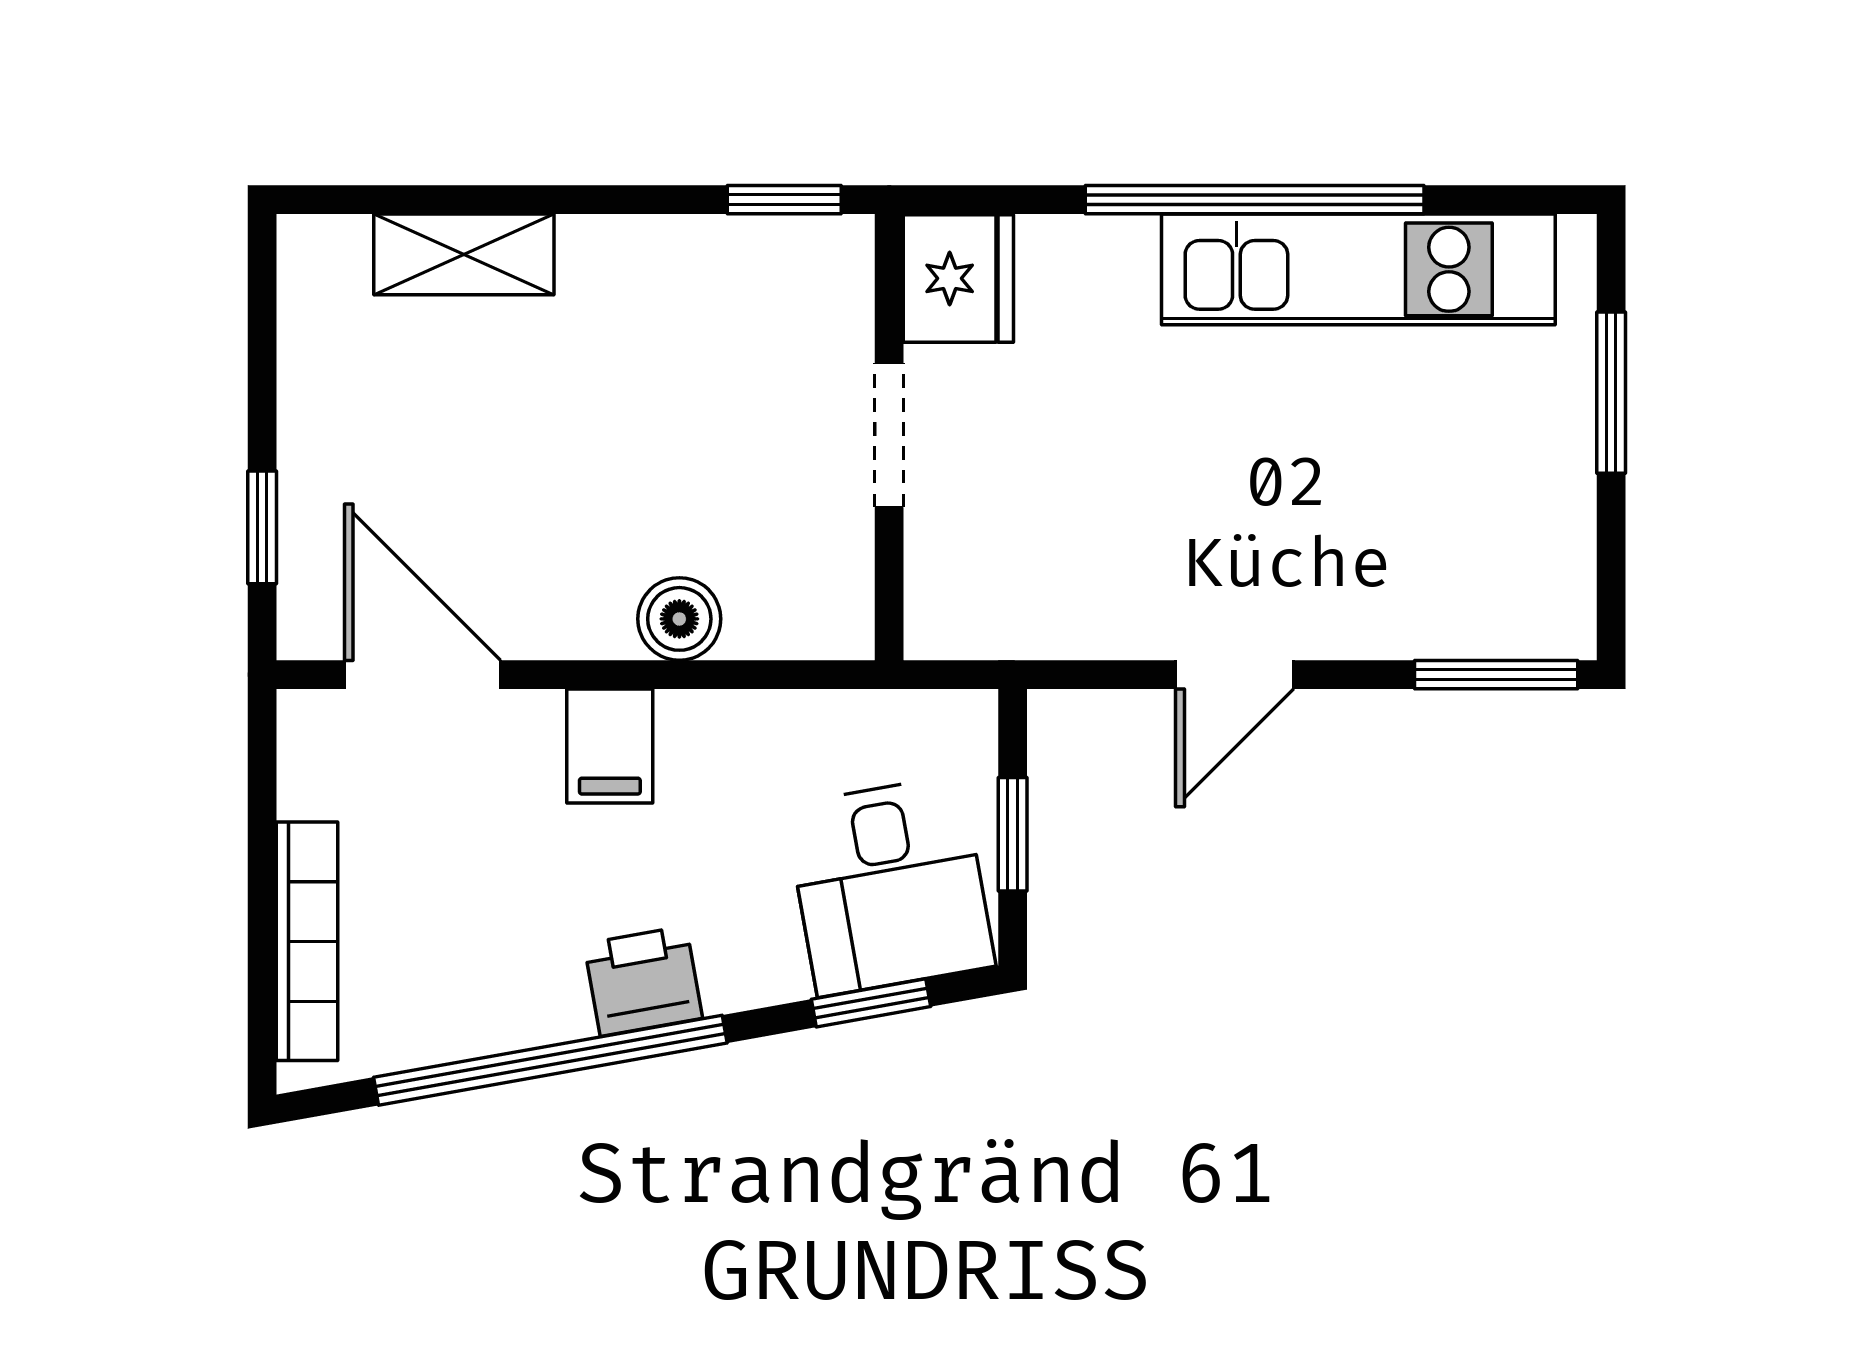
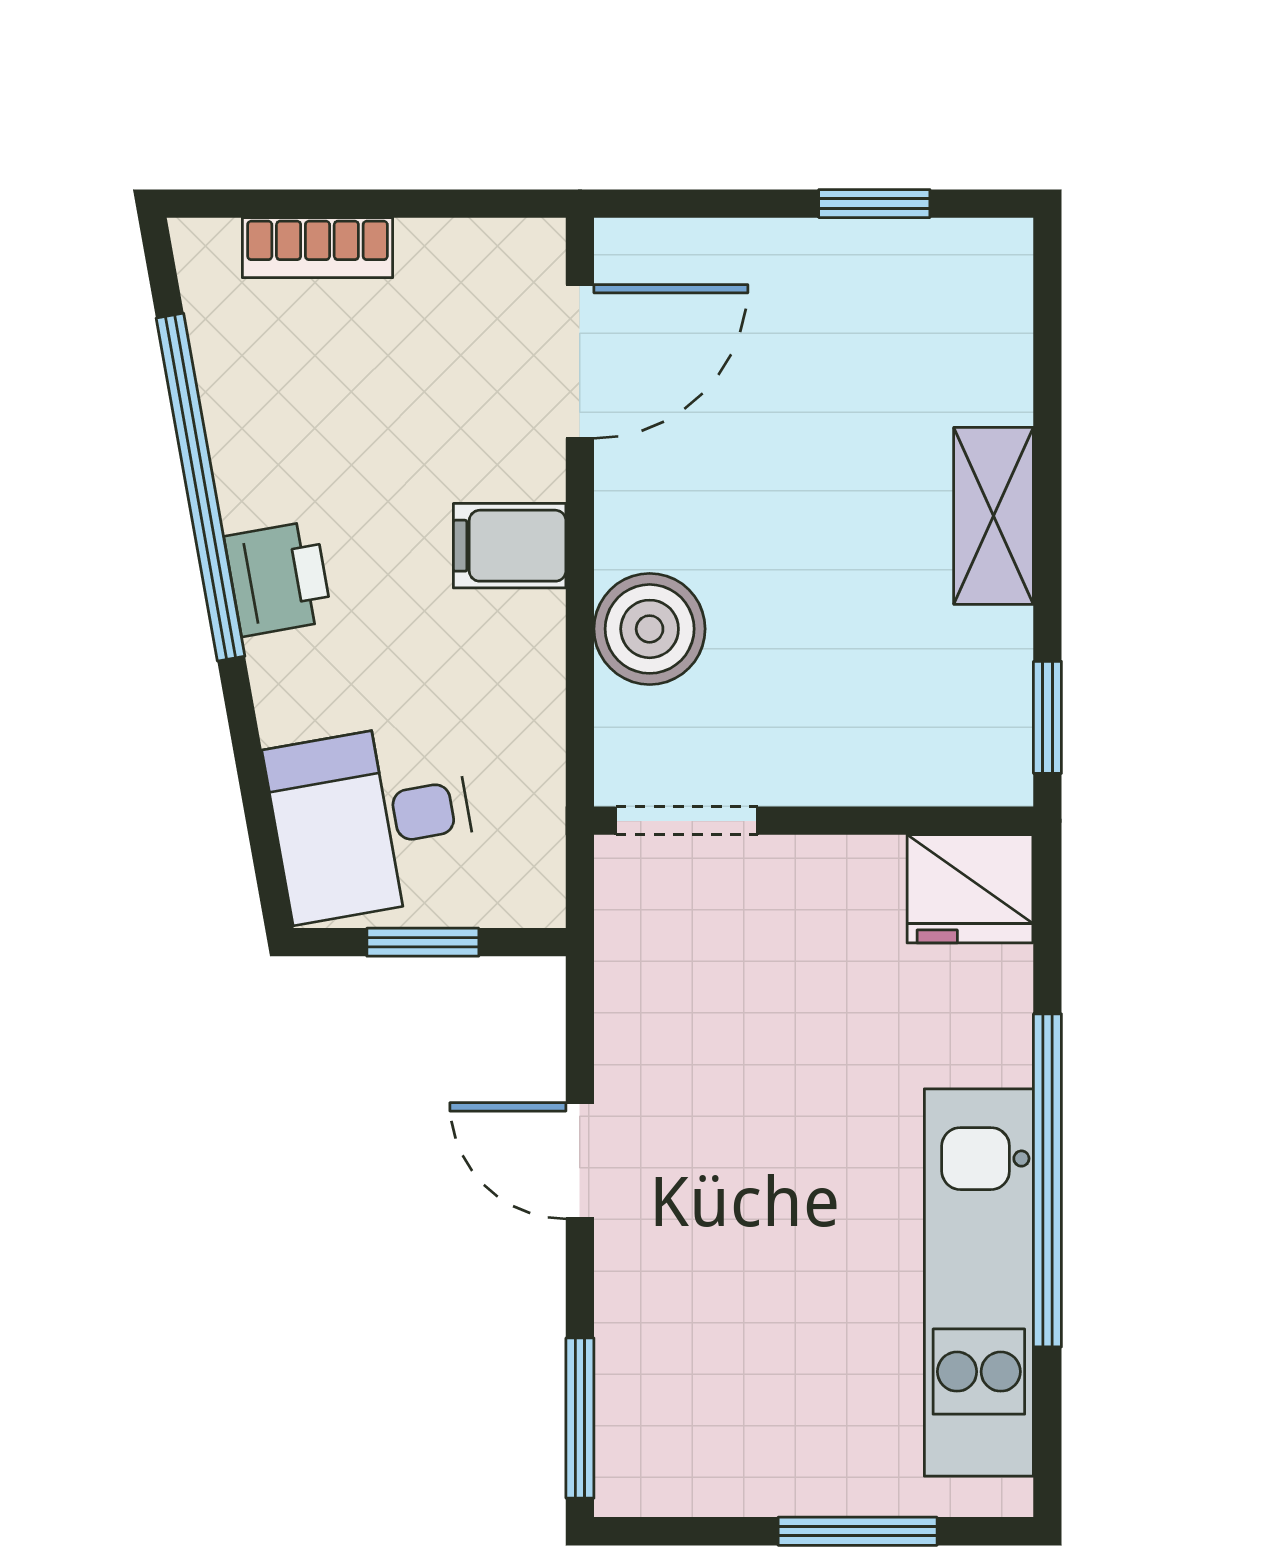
shelving: (464, 254) -> (994, 516), moved
doorway: (889, 435) -> (687, 821), moved
window: (262, 527) -> (874, 204), moved
boiler: (679, 619) -> (650, 629), width x1.36, depth x1.36
bookcase: (307, 941) -> (317, 248), width x0.64
window: (871, 1003) -> (257, 803), removed

